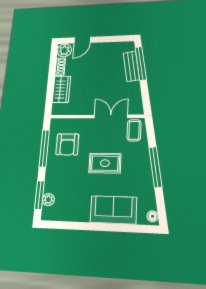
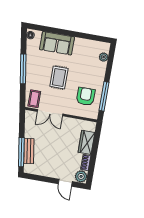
door: (82, 40) -> (65, 183), swing flipped
rug: (105, 163) -> (59, 77), turned 90
window: (39, 195) -> (110, 61), removed

